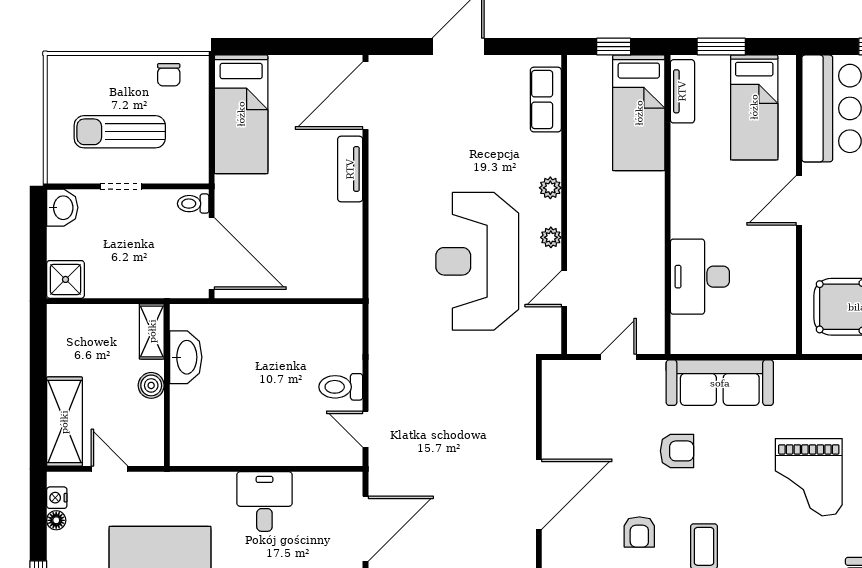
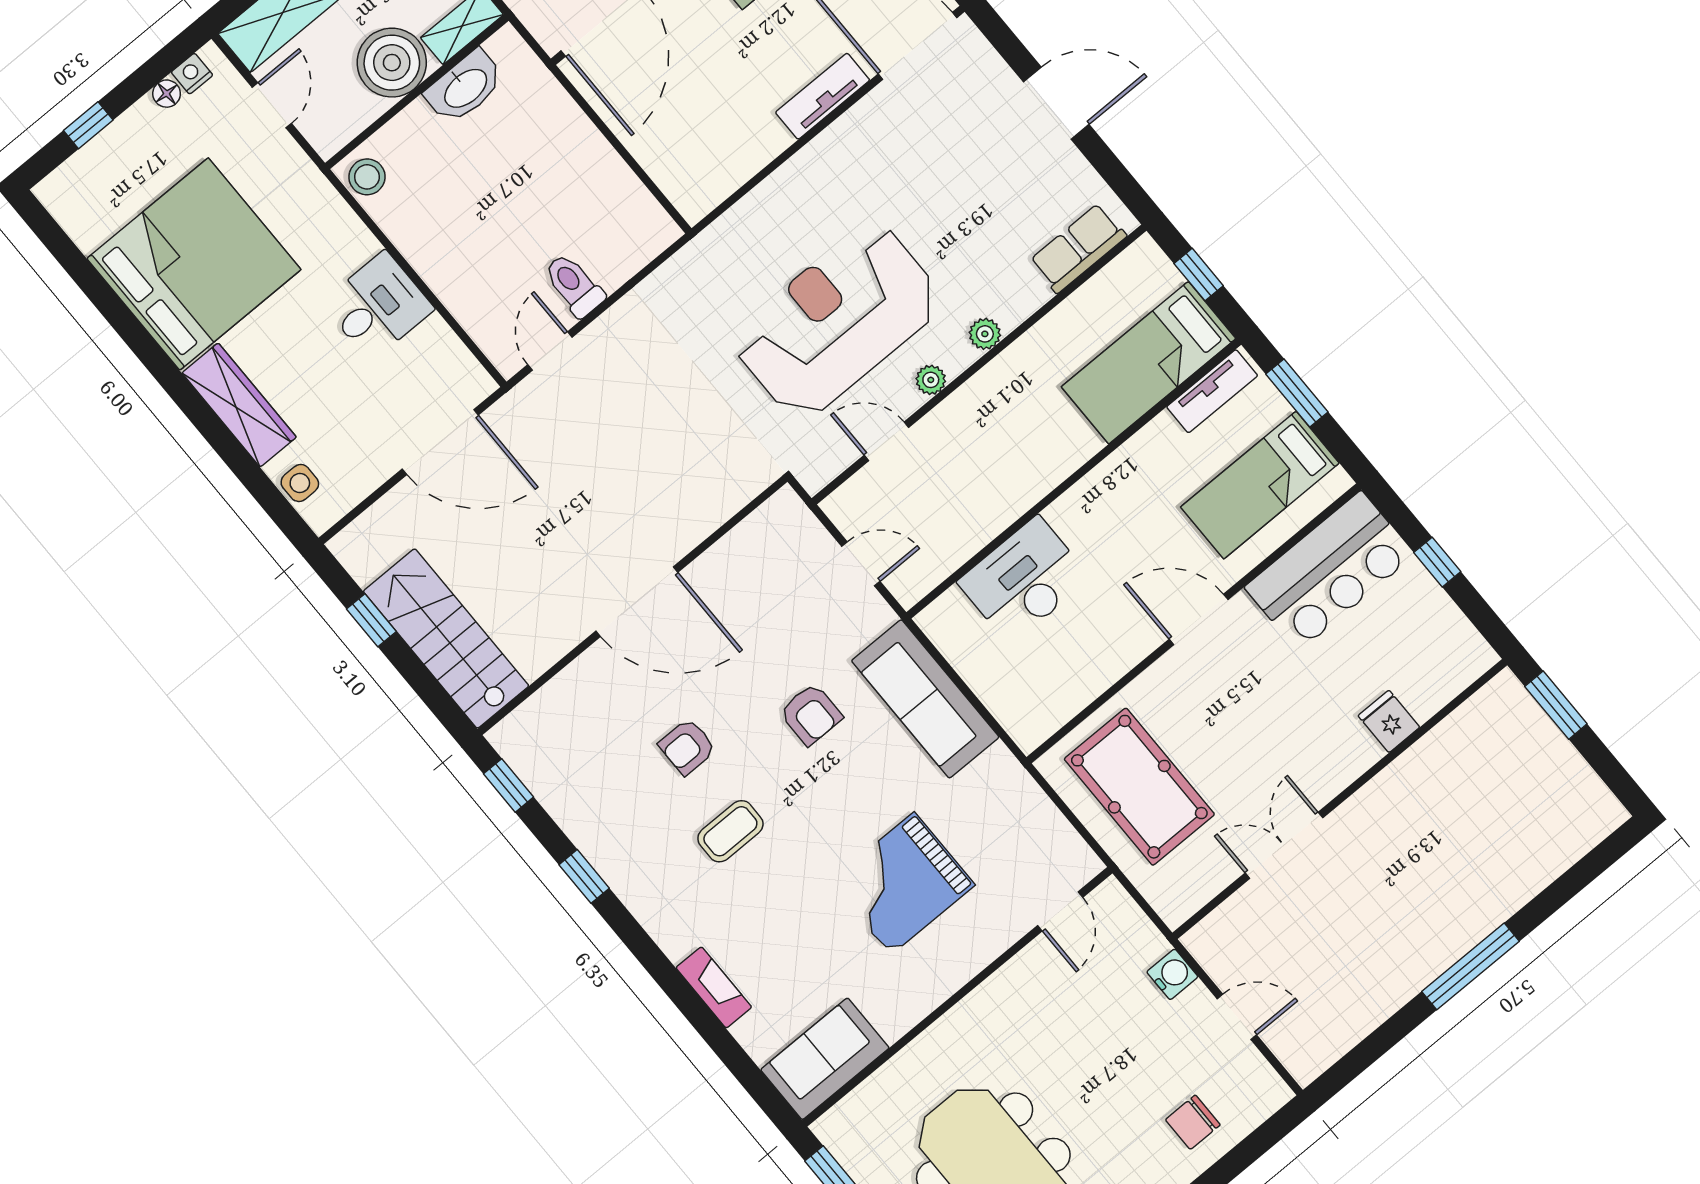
boiler: (151, 385) -> (392, 63), width x1.86, depth x1.86
stool: (190, 450) -> (367, 177), added

